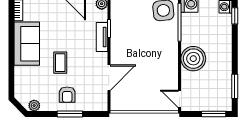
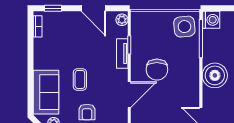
sofa: (27, 44) -> (46, 92), moved
chair: (136, 53) -> (157, 70), added

